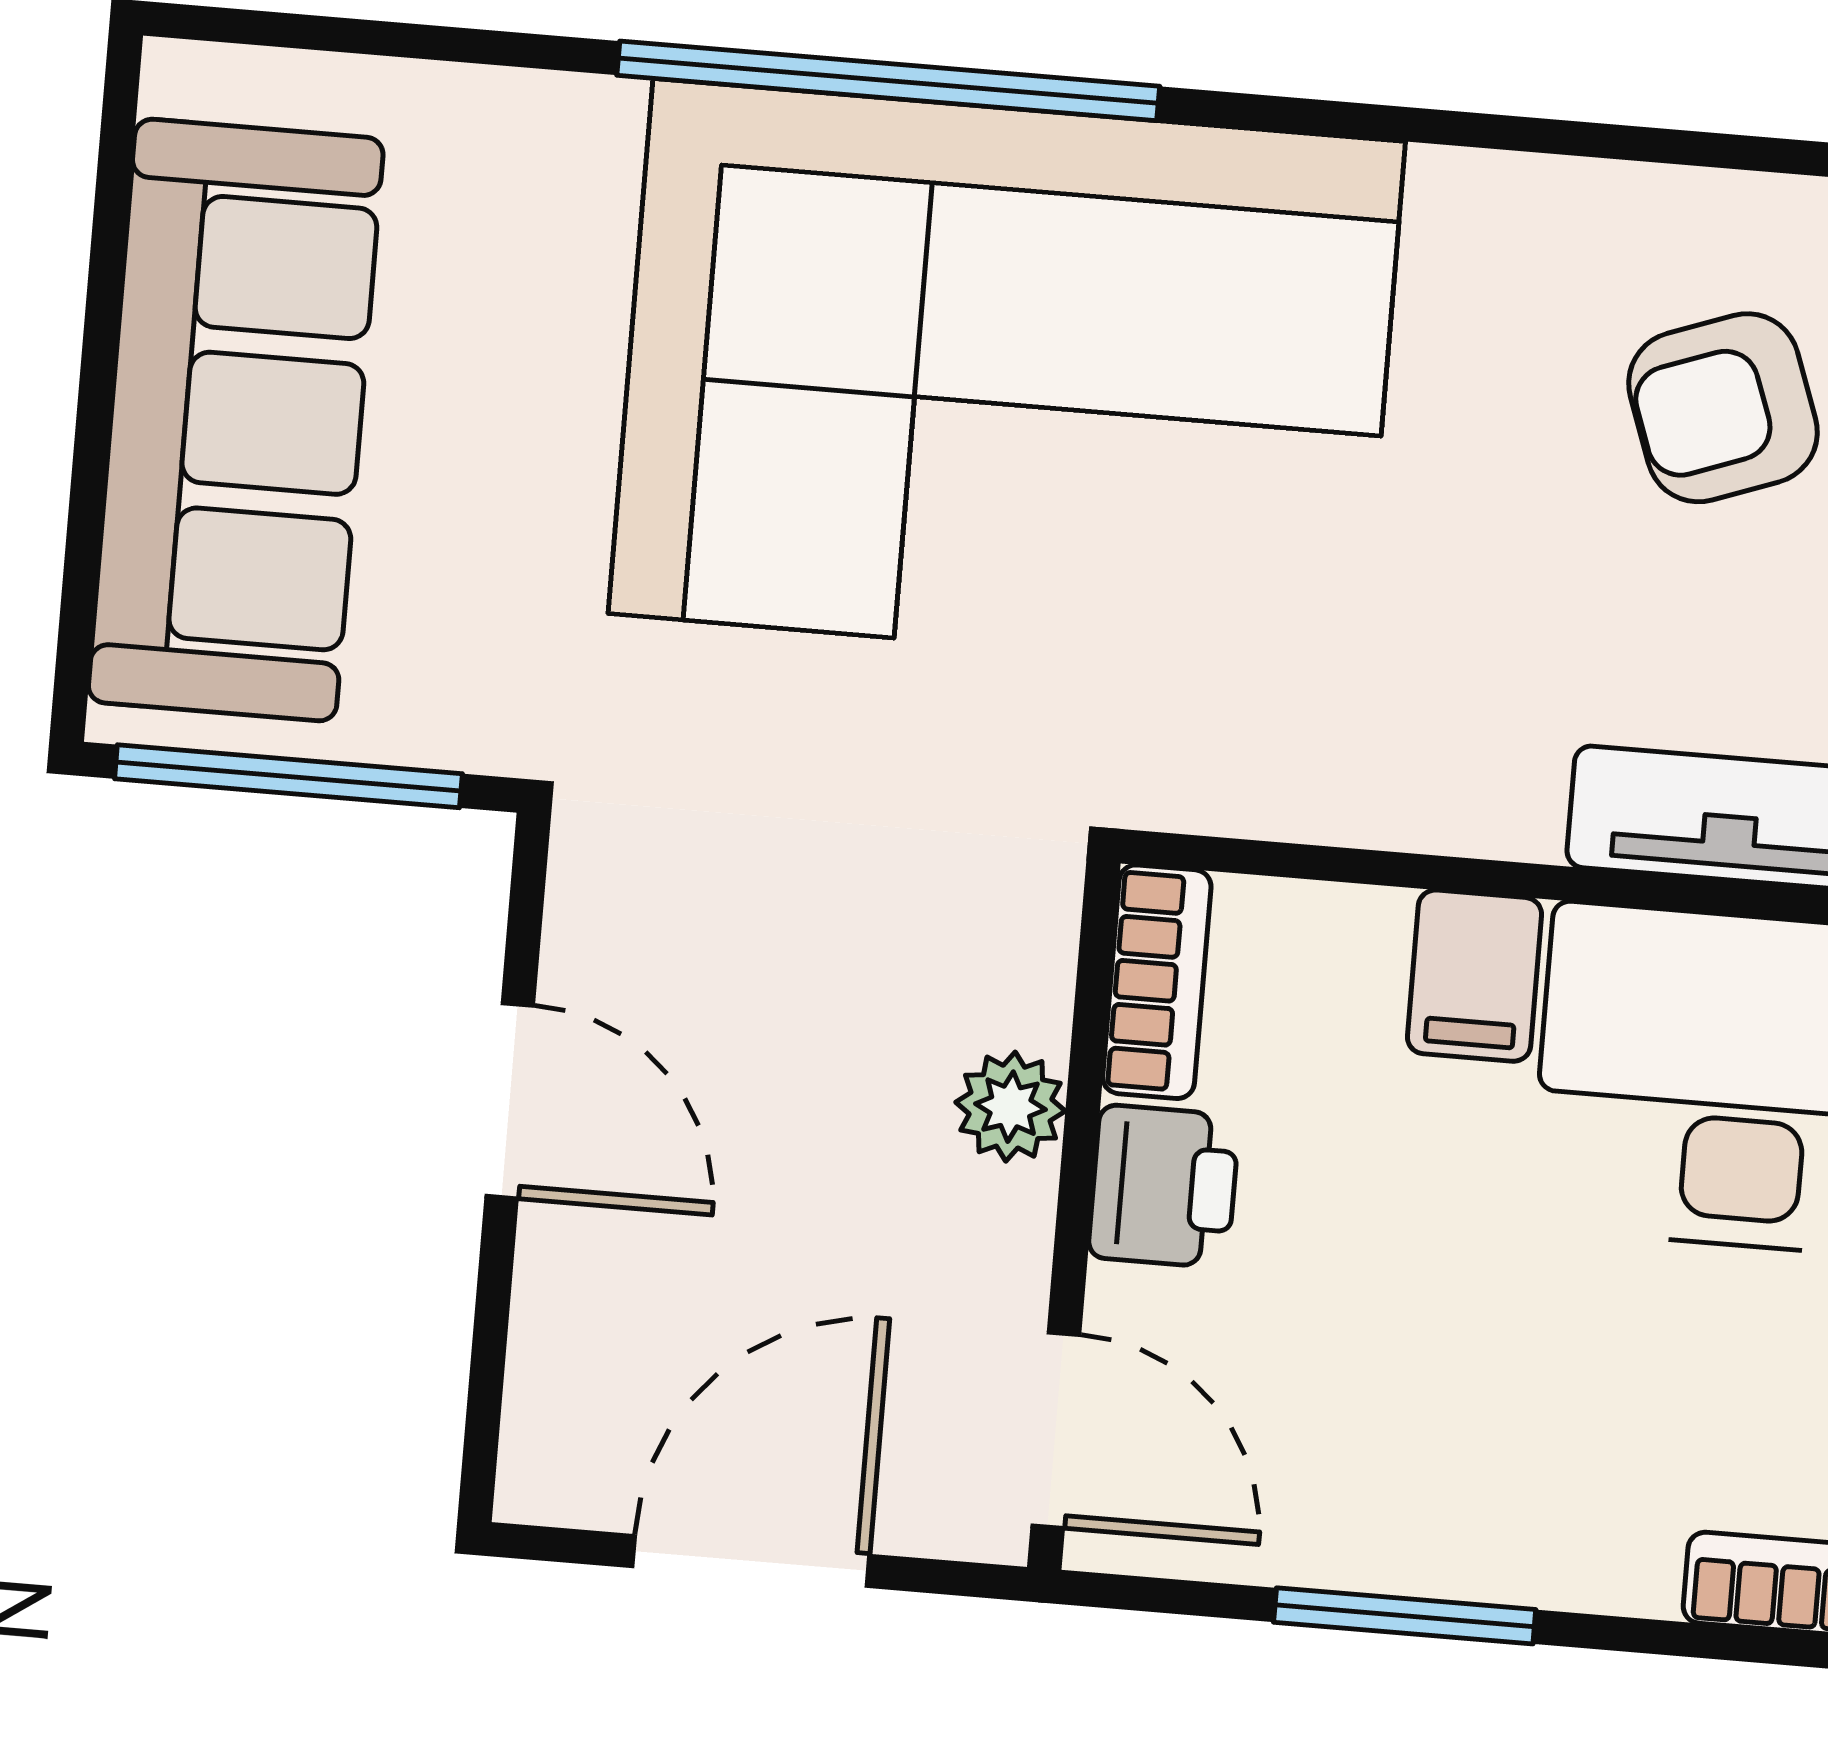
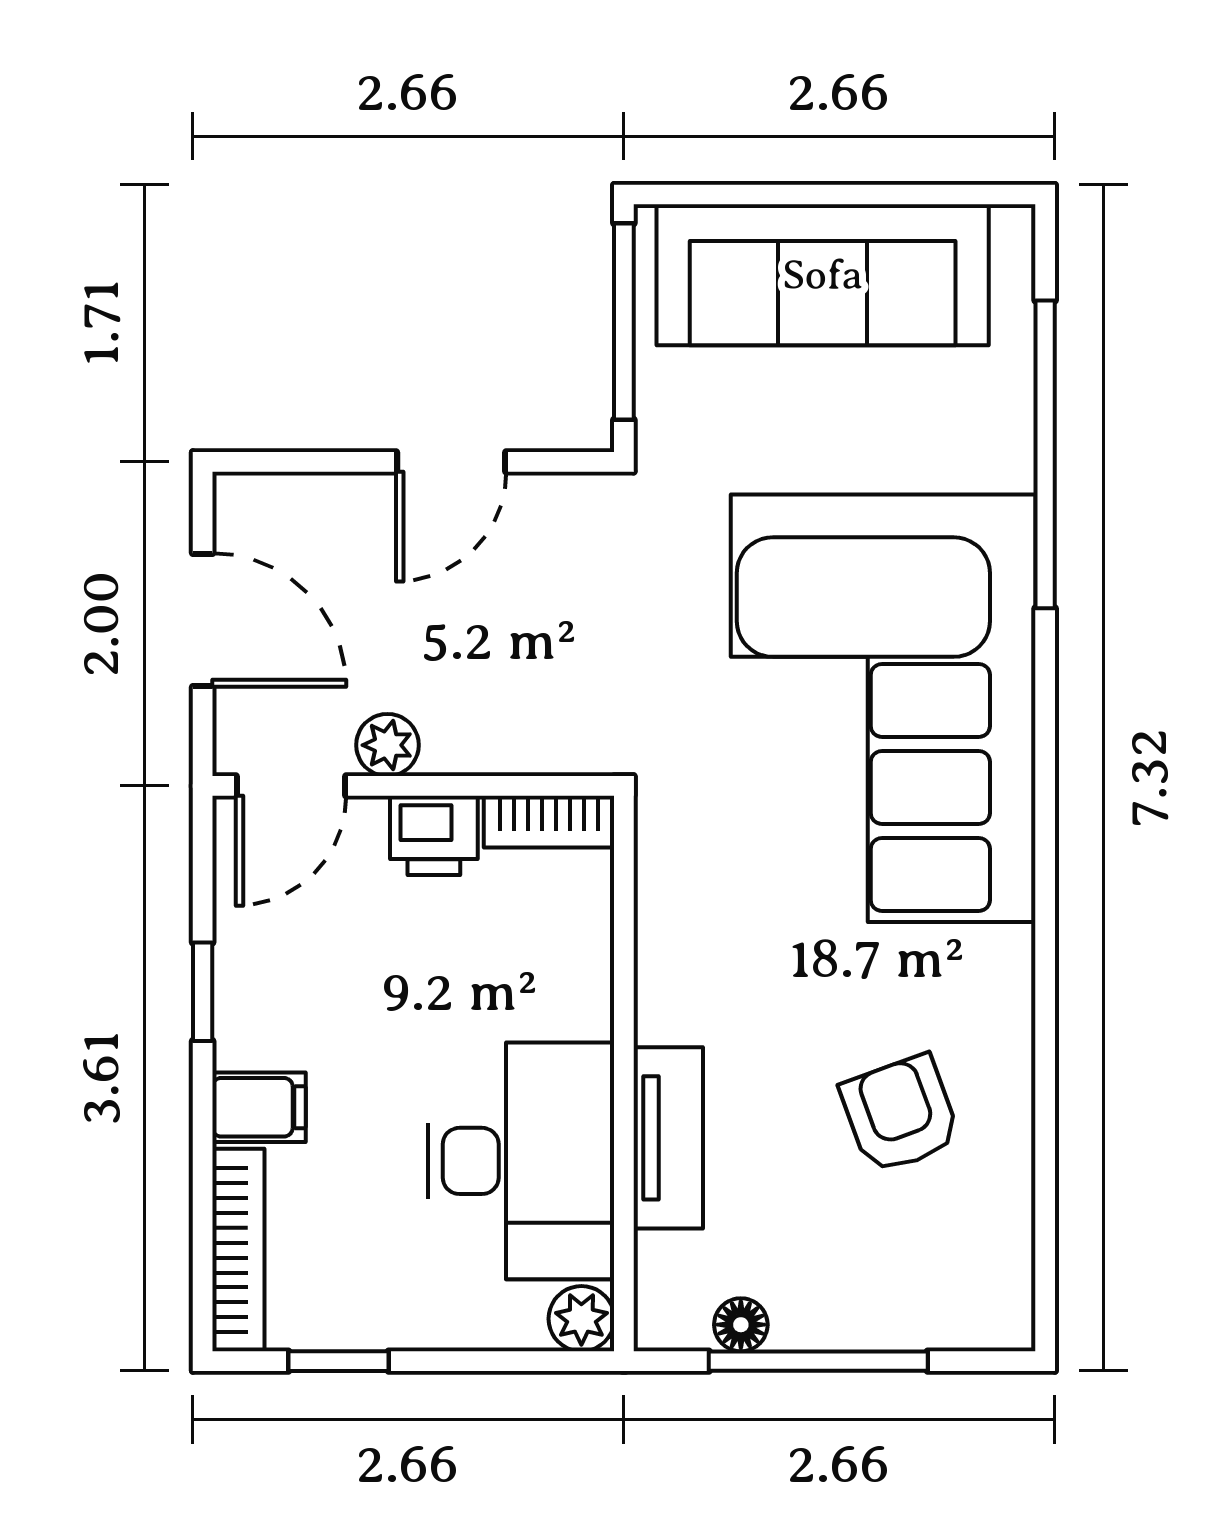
window: (888, 81) -> (1045, 454), moved
filing cabinet: (1474, 976) -> (259, 1107), moved, turned 180
plant: (1011, 1107) -> (387, 745), moved
window: (1405, 1616) -> (203, 992), width x0.67

